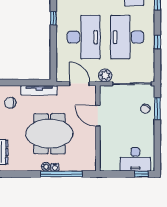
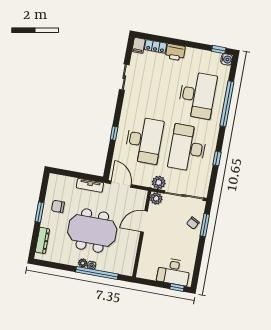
window: (53, 18) -> (114, 133), moved
door: (79, 84) -> (121, 184), moved
tv unit: (39, 90) -> (90, 185), width x0.71
plant: (106, 91) -> (156, 198), added
chair: (10, 103) -> (58, 206), moved
door: (98, 116) -> (144, 221), hinge flipped

